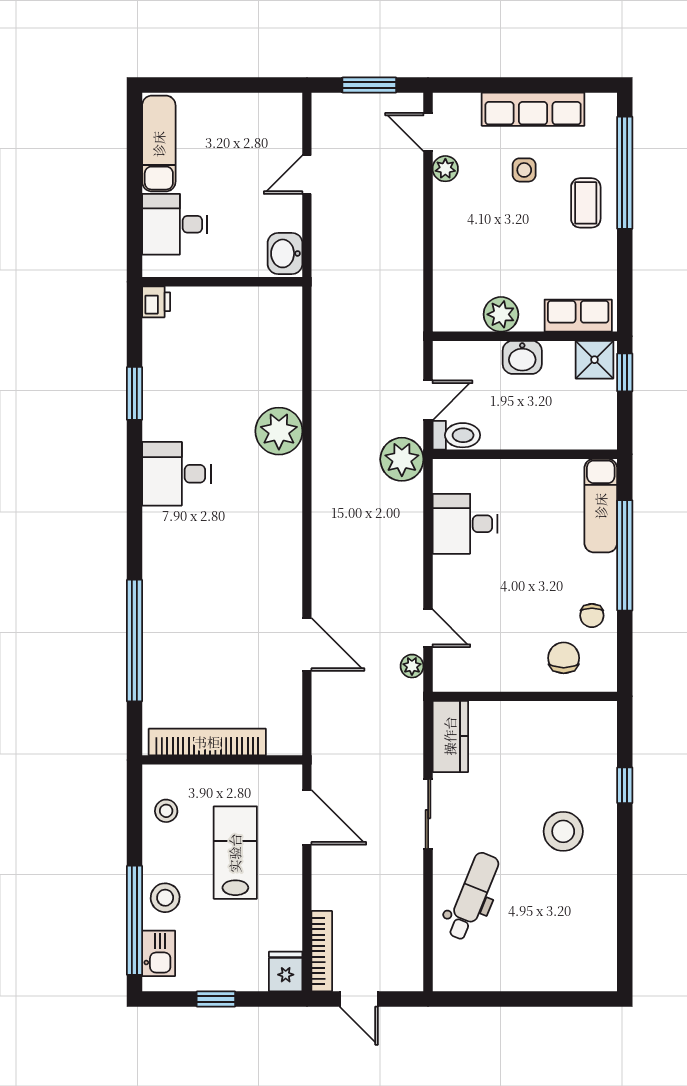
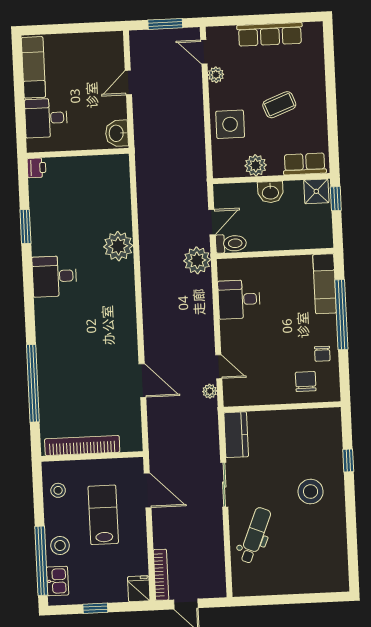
side table: (524, 170) -> (230, 124), moved, width x1.87, depth x1.87
window: (625, 173) -> (330, 72), removed
coffee table: (586, 203) -> (279, 105), moved, turned 69

